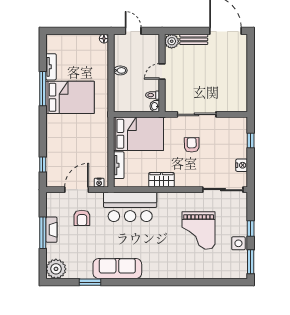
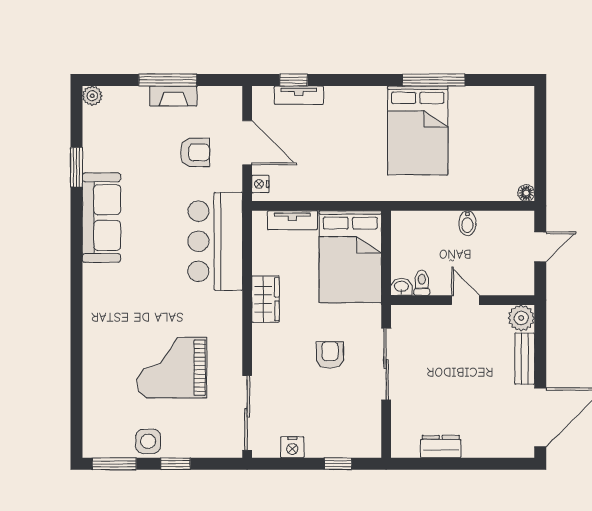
tv unit: (51, 67) -> (299, 95), moved
dresser: (241, 85) -> (441, 447), added
armchair: (192, 145) -> (330, 355), turned -89
armchair: (82, 218) -> (195, 152), turned 180
plant: (56, 269) -> (92, 96), width x0.53, depth x0.53

